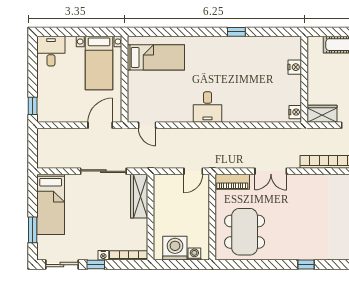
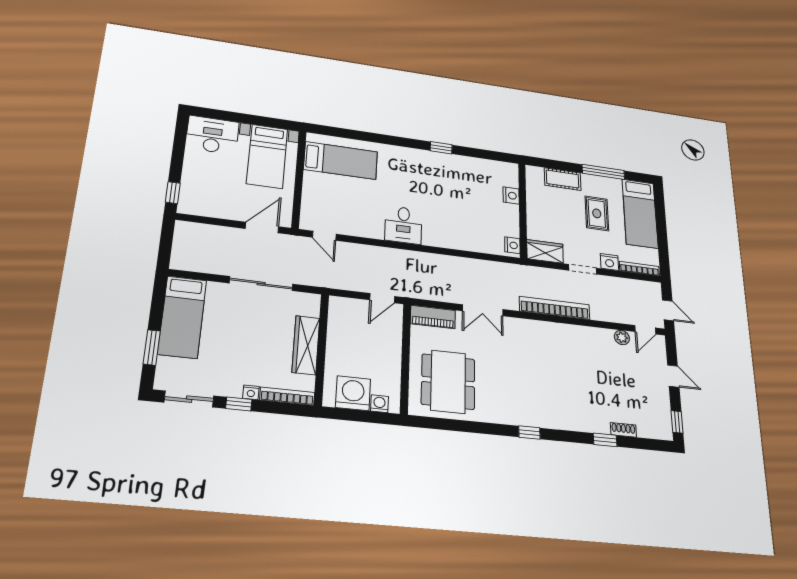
desk: (51, 51) -> (212, 135), width x1.37
wardrobe: (139, 196) -> (306, 345), moved

